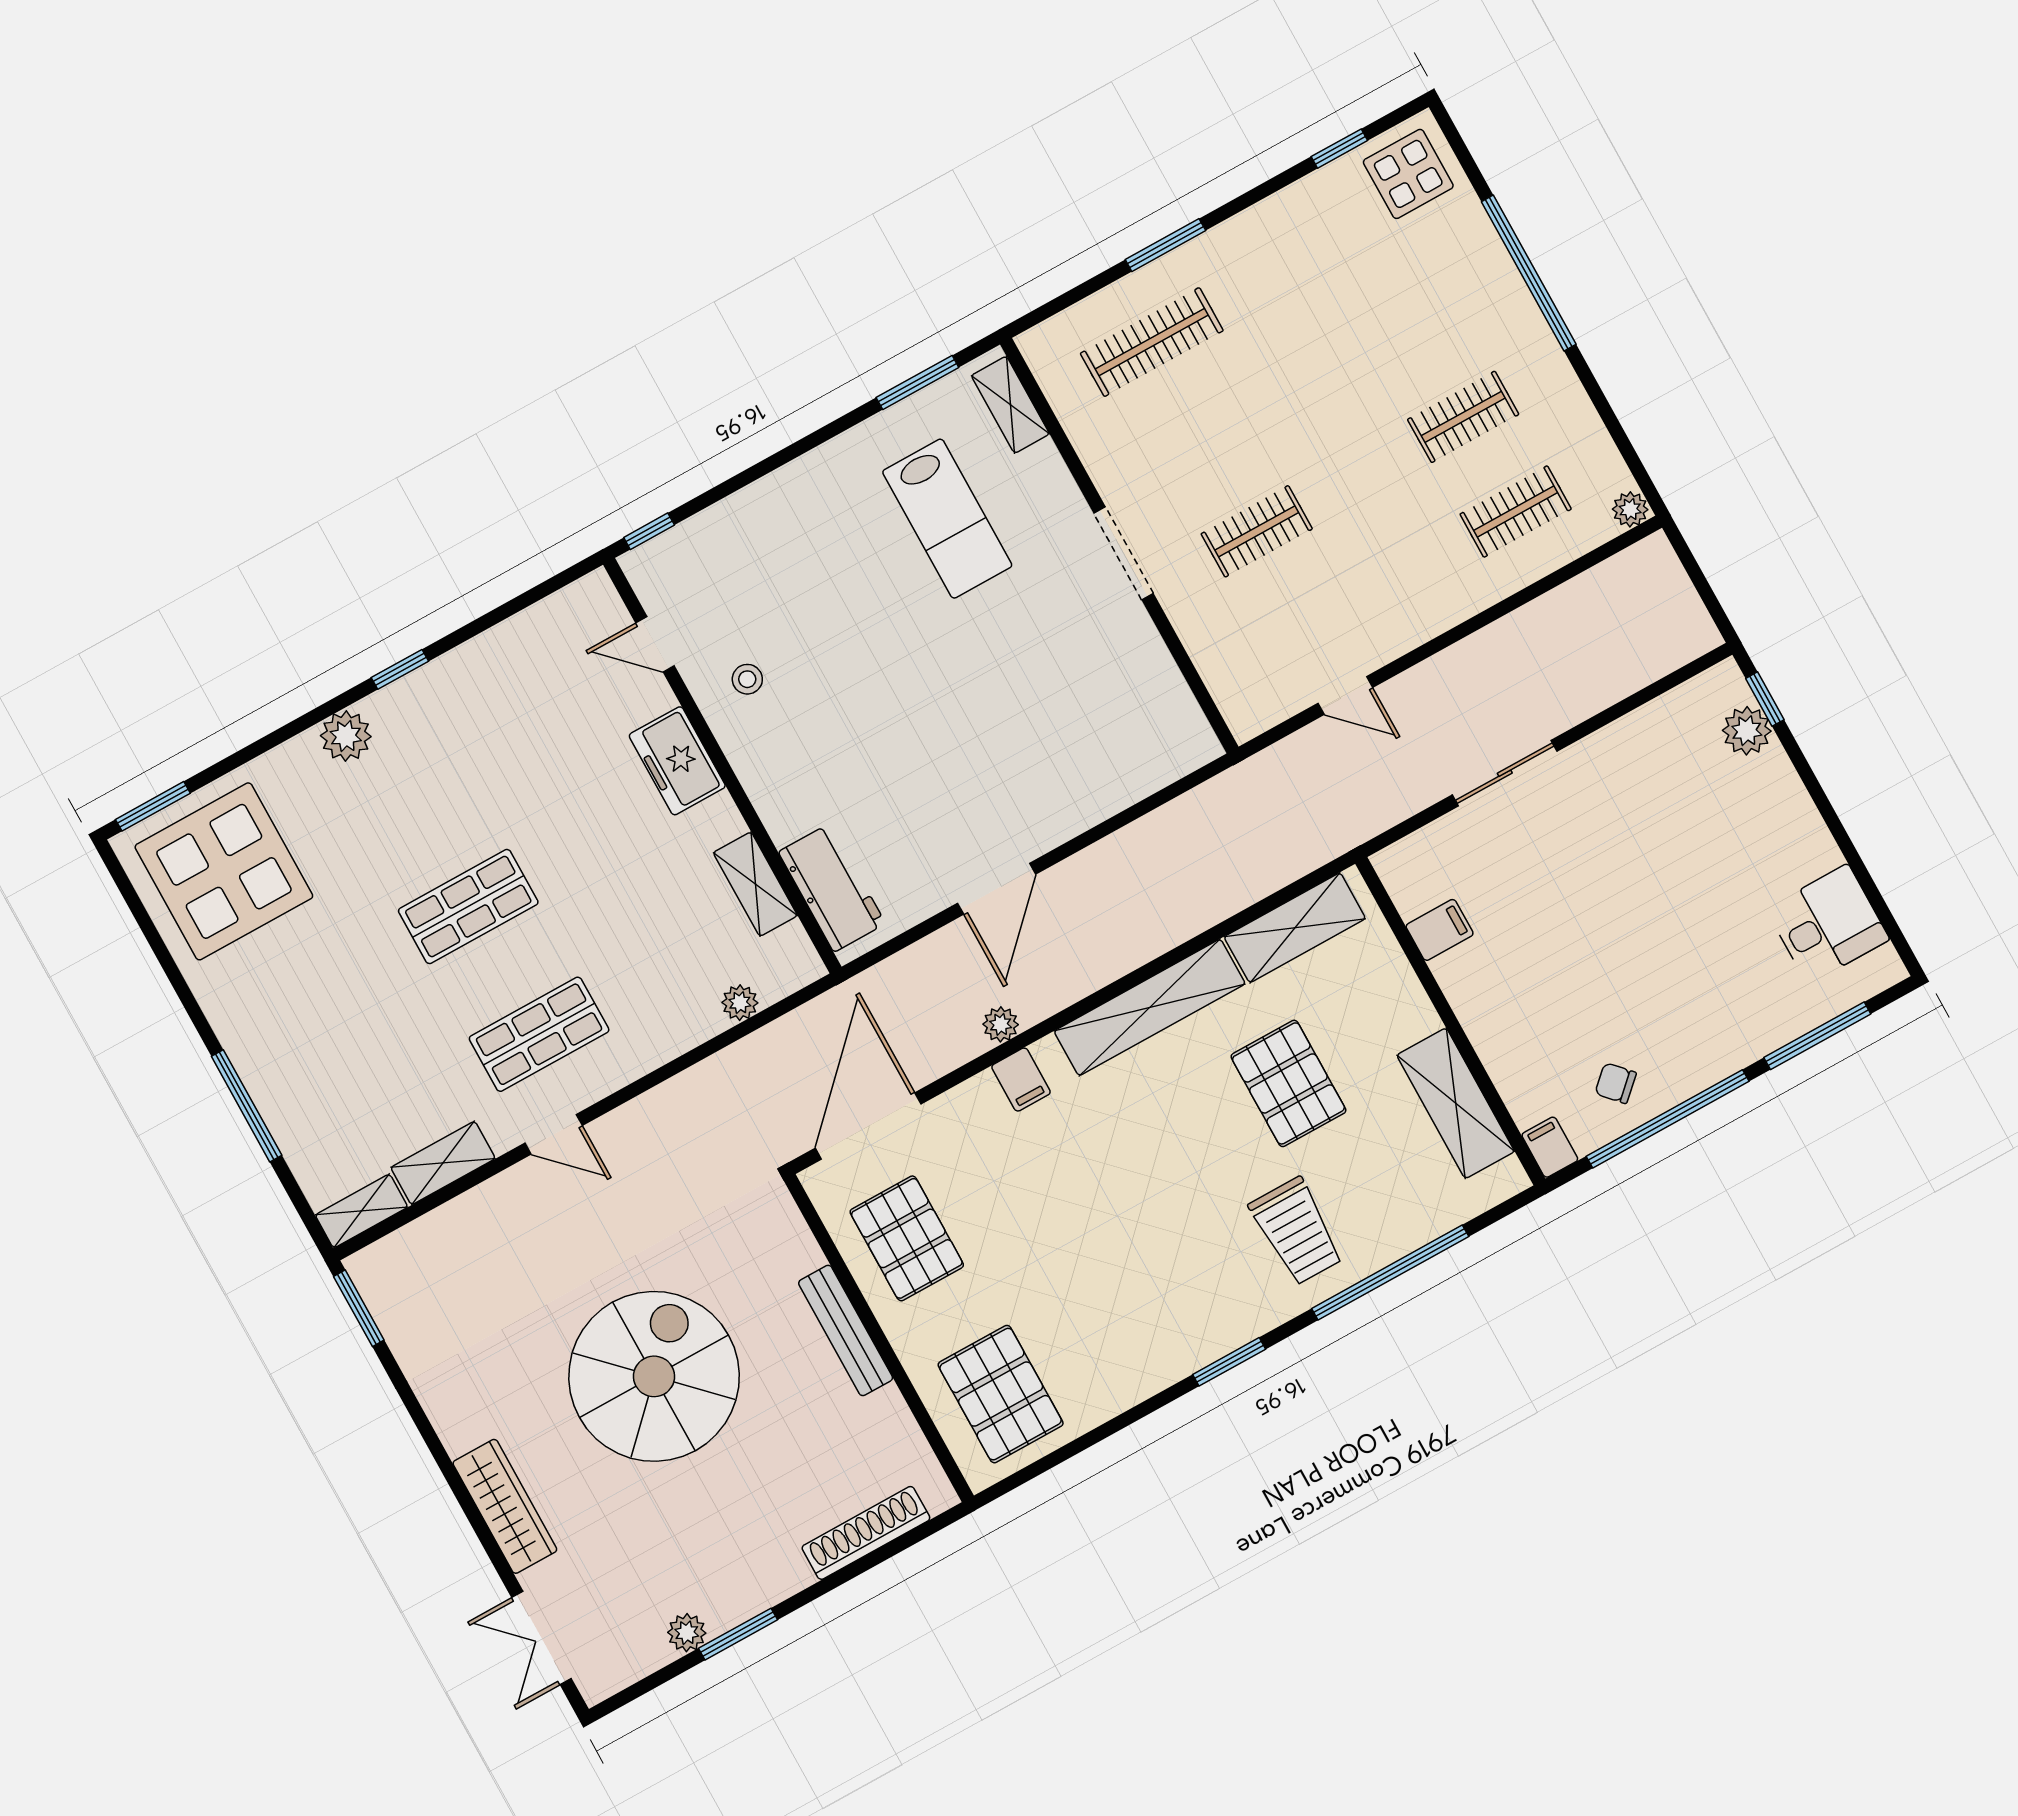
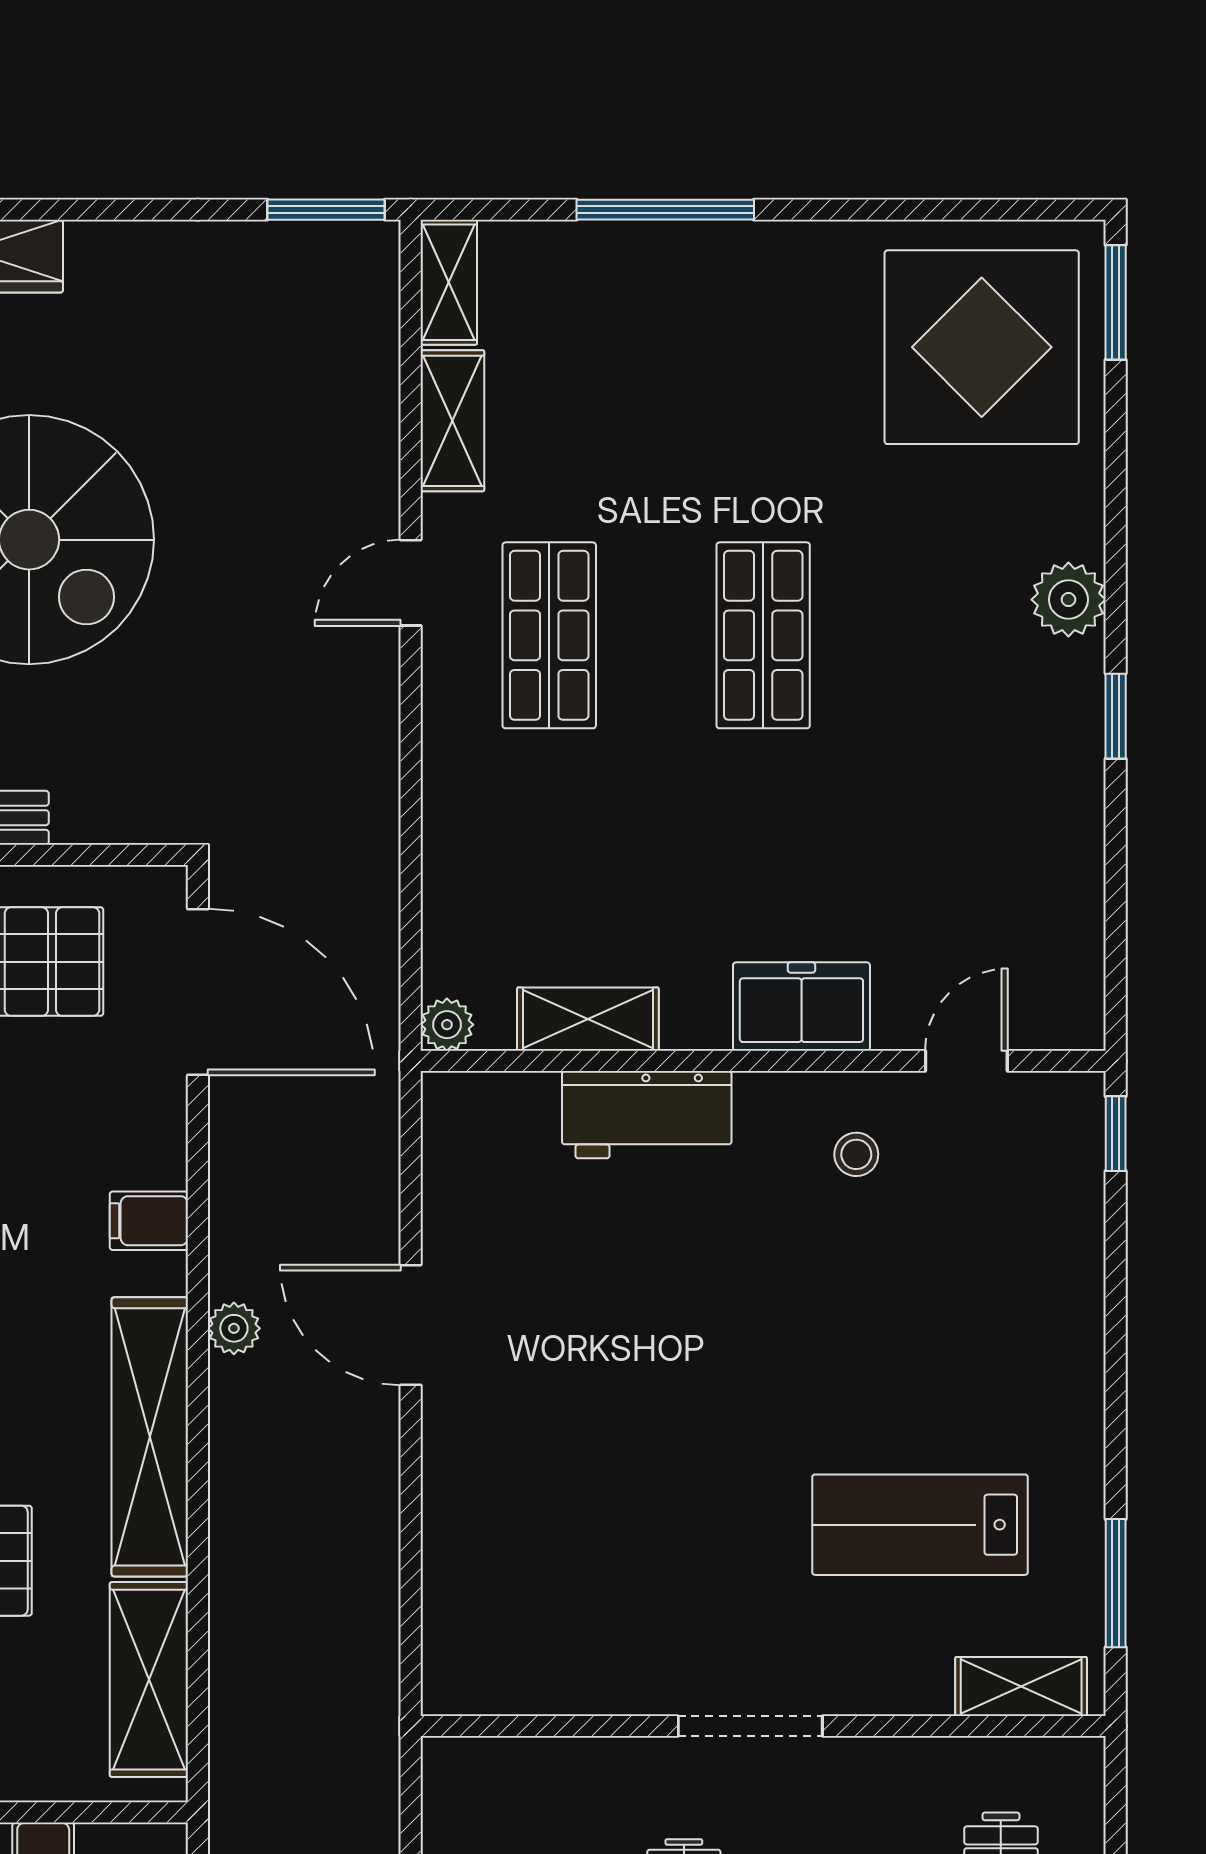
workbench: (832, 888) -> (647, 1115), moved
plant: (740, 1003) -> (447, 1025), moved
plant: (1001, 1024) -> (234, 1328), moved

